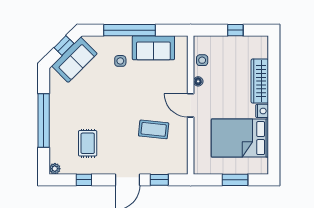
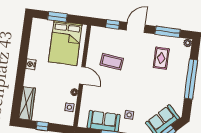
wardrobe: (260, 81) -> (27, 103), moved
bed: (240, 138) -> (65, 43), moved, turned 90
window: (84, 180) -> (168, 32), width x2.17

